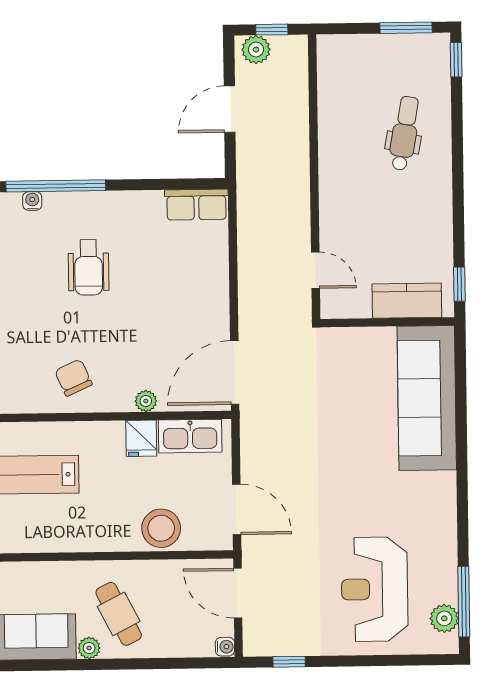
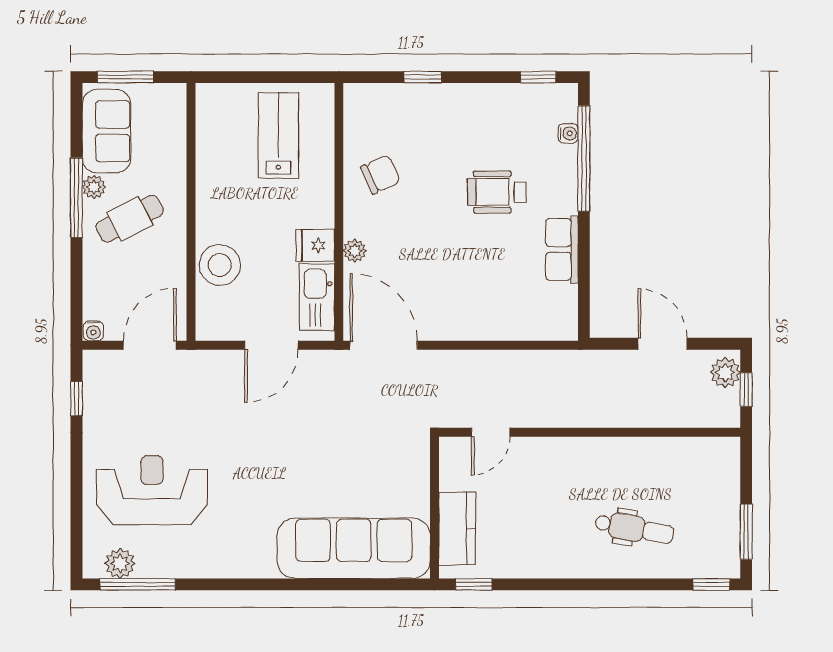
row of seats: (196, 205) -> (562, 249), moved
door: (237, 509) -> (271, 345), moved
window: (99, 664) -> (76, 198), added

